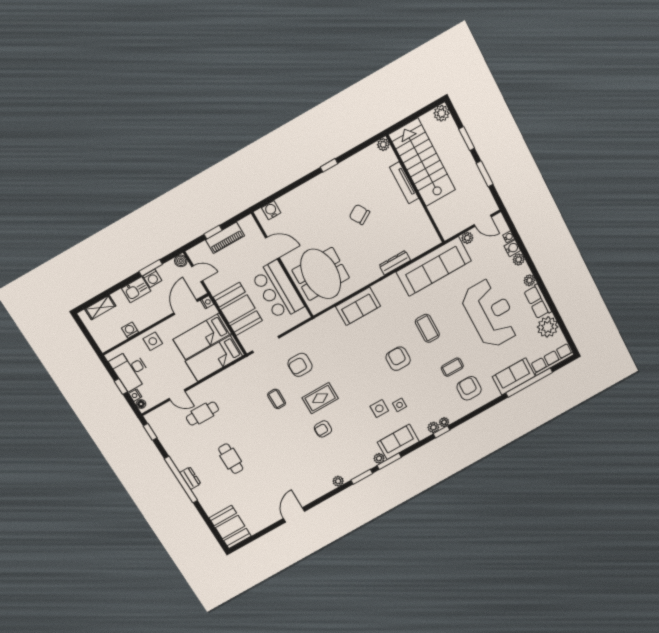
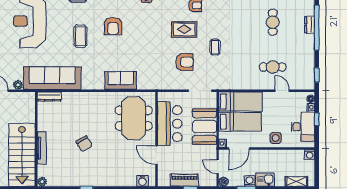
dresser: (395, 263) -> (49, 96), moved
washing machine: (130, 330) -> (310, 155), moved

